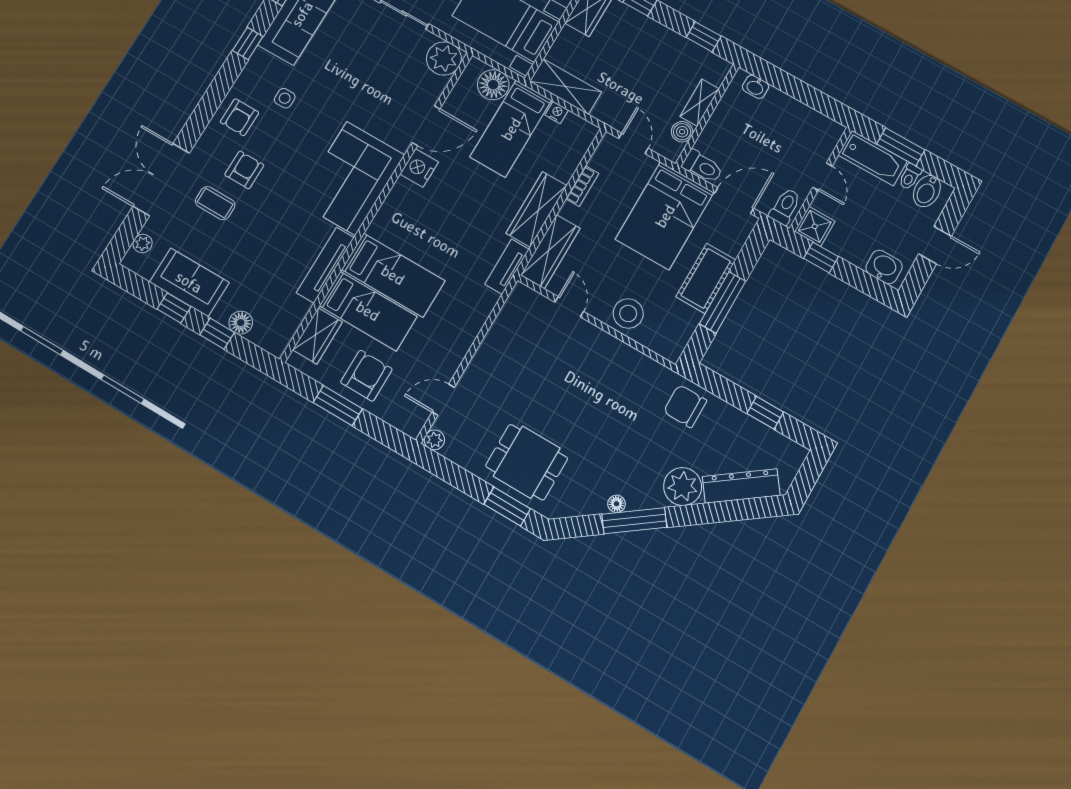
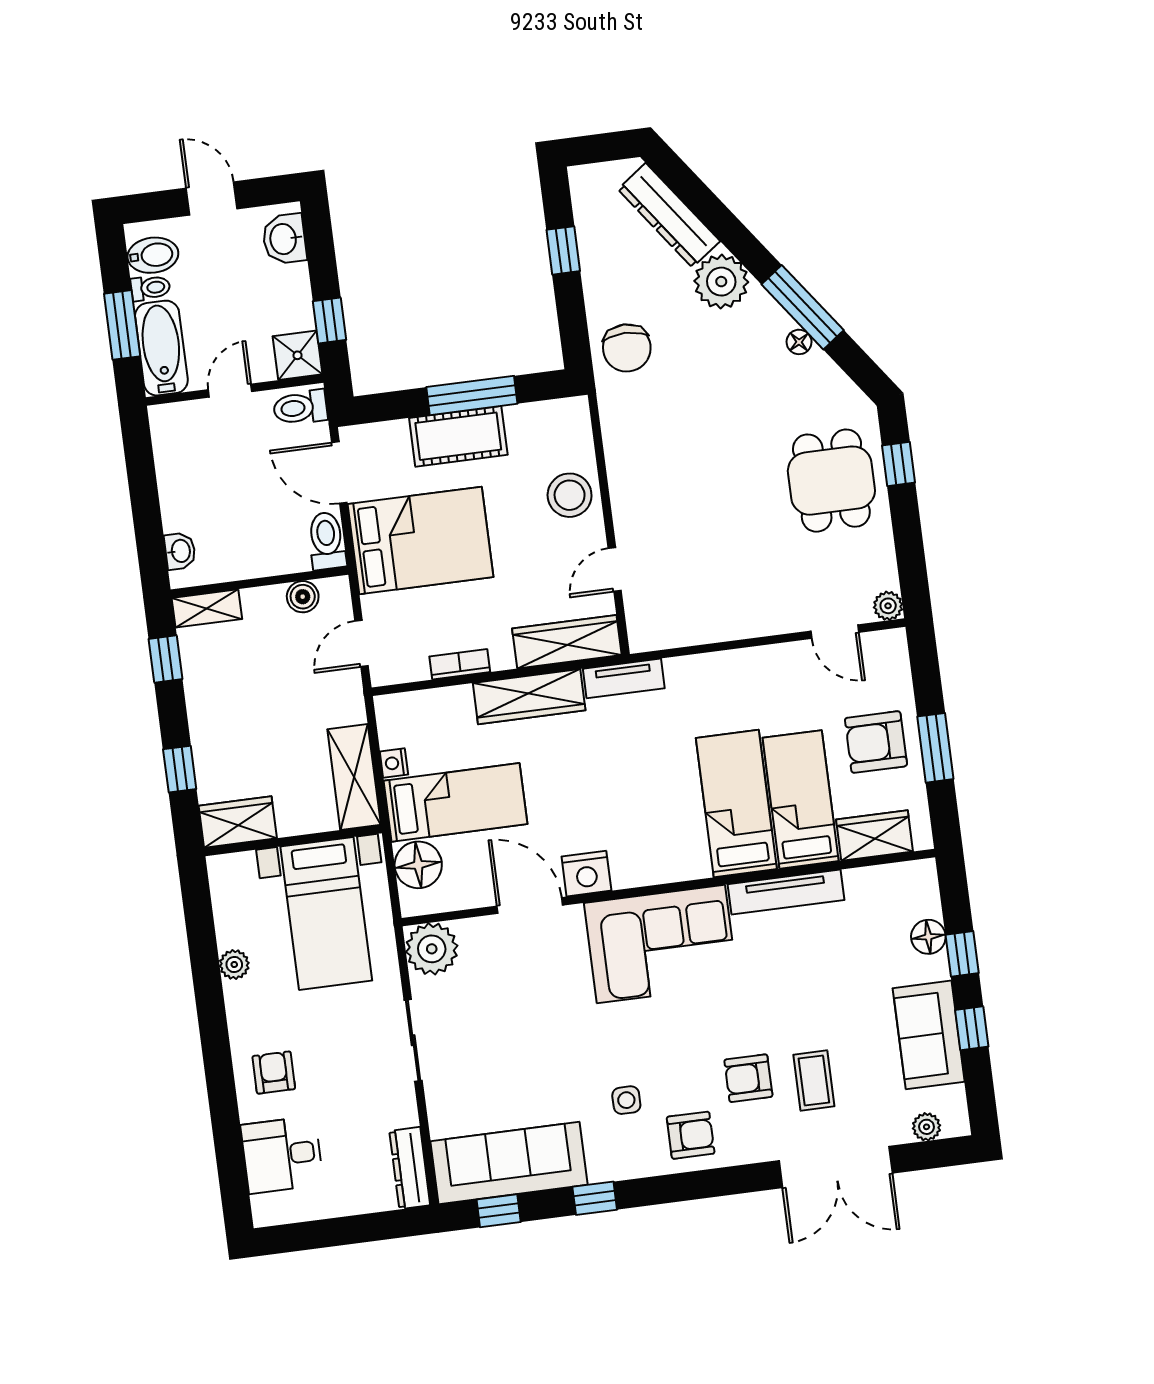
shelving: (700, 103) -> (207, 608), moved
window: (507, 506) -> (898, 464), width x0.67

